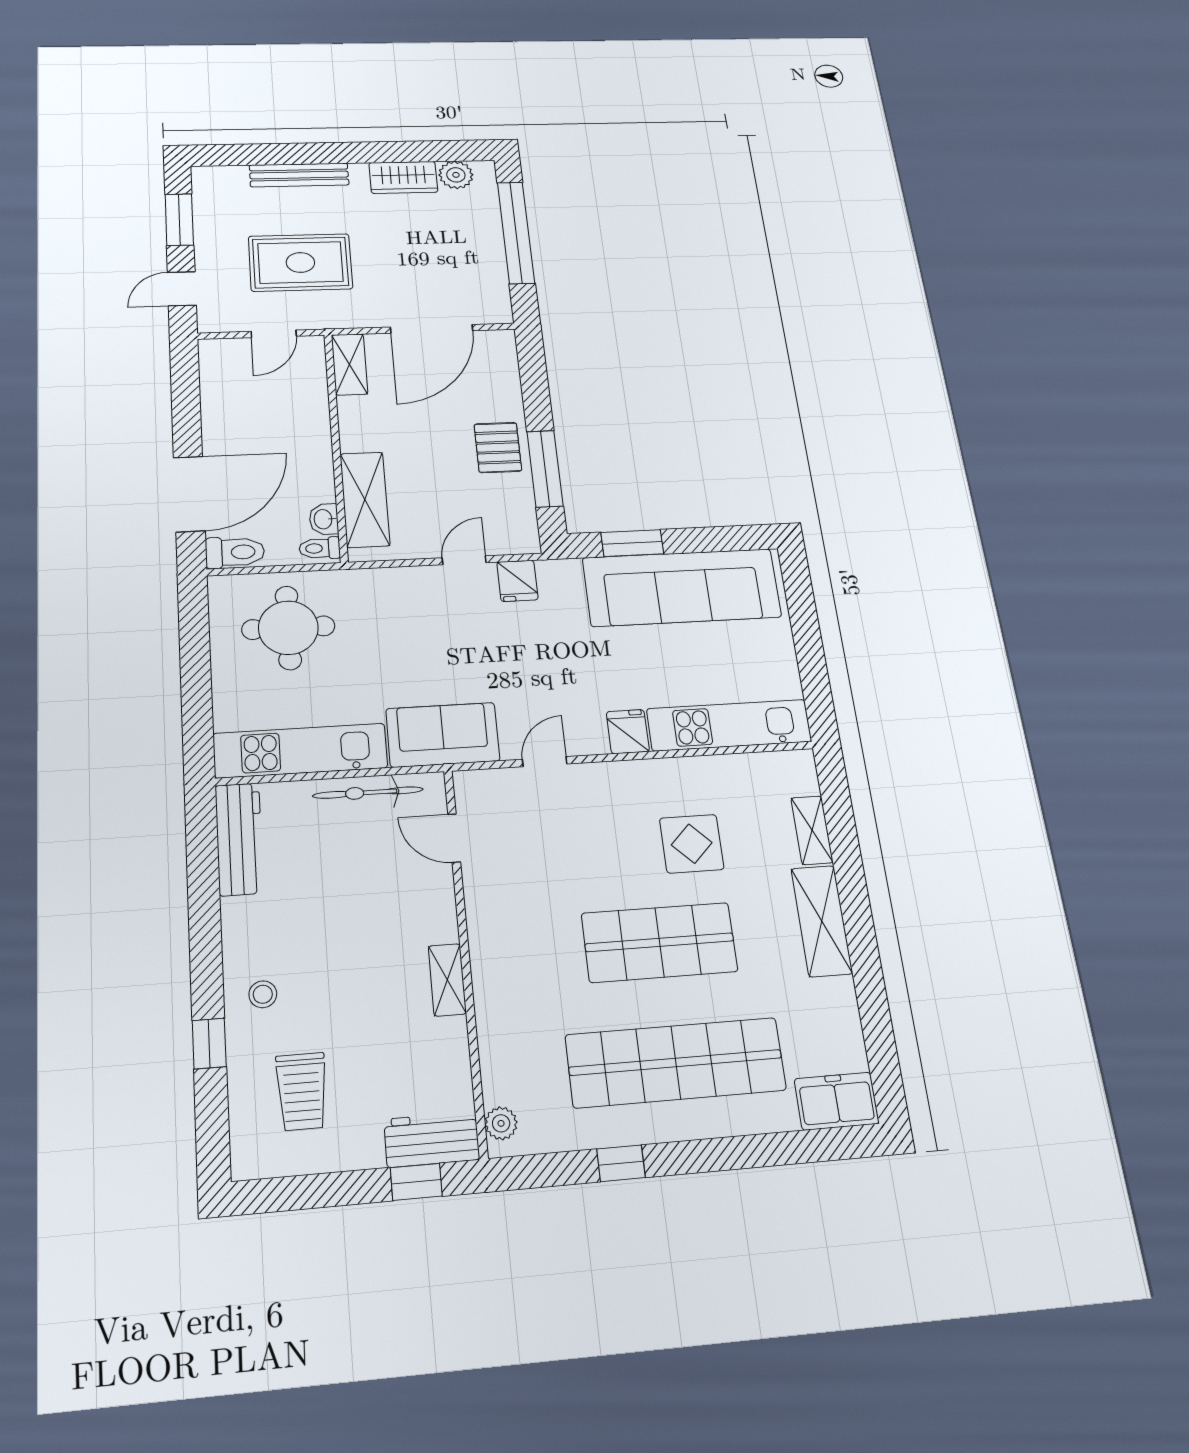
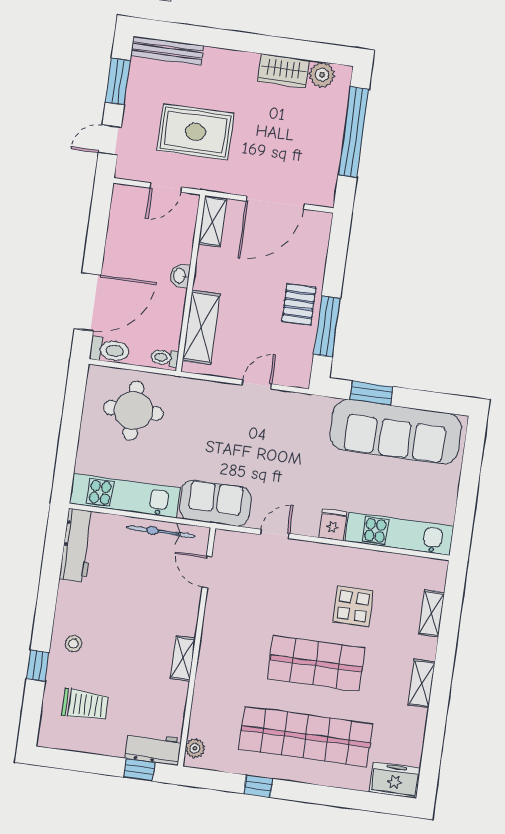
bench: (299, 175) -> (167, 51), moved
washbasin: (324, 519) -> (180, 276), moved
fridge: (517, 581) -> (288, 406), removed
shelving: (822, 921) -> (422, 684), width x0.67, depth x0.75
trolley: (302, 1091) -> (85, 705), turned -90

